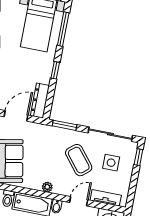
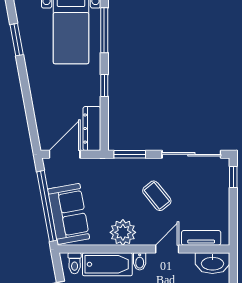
coffee table: (79, 160) -> (157, 196), width x0.73, depth x0.77
side table: (111, 163) -> (199, 191), removed
plant: (47, 187) -> (123, 232), width x1.88, depth x1.88

